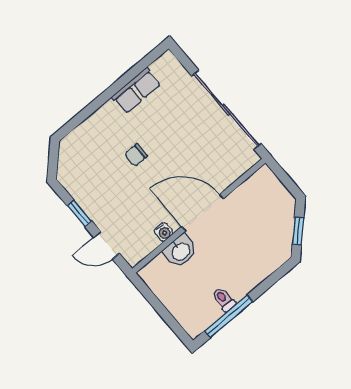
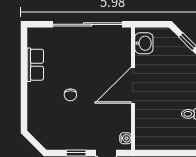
water cooler: (164, 232) -> (126, 138), moved
washbasin: (181, 251) -> (144, 43), moved

